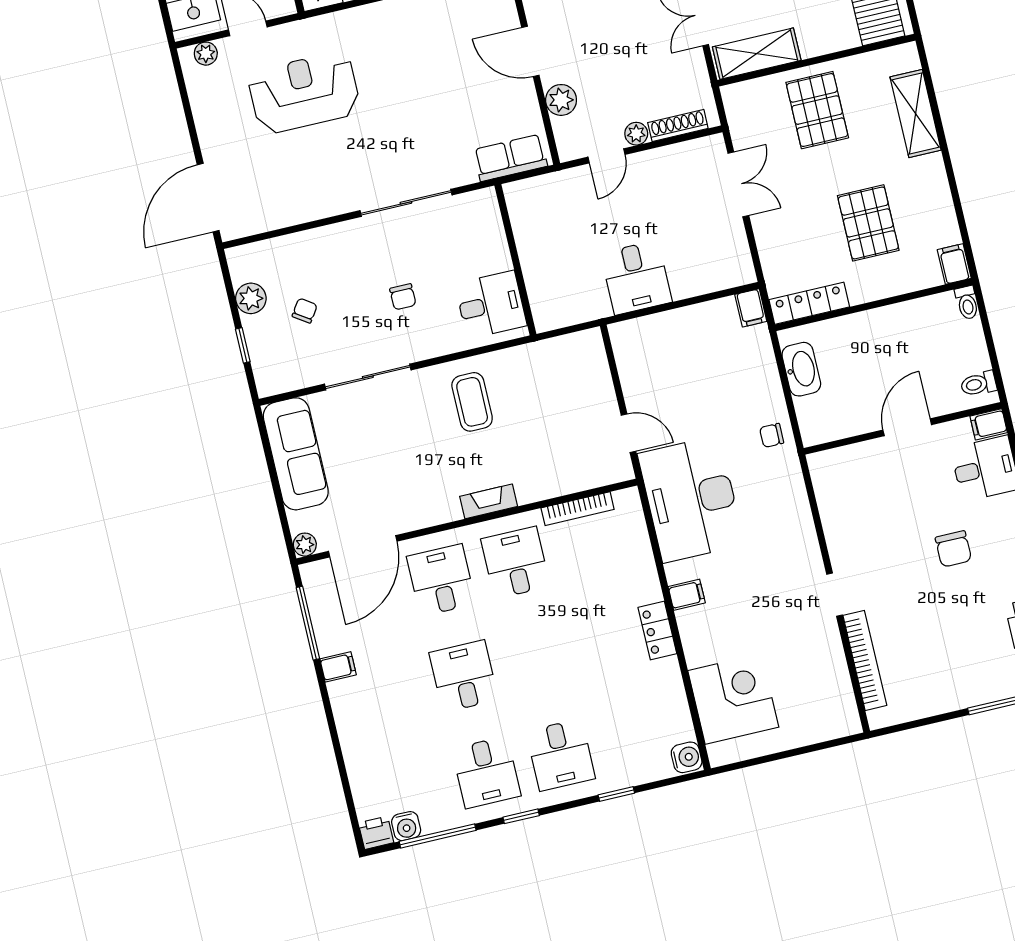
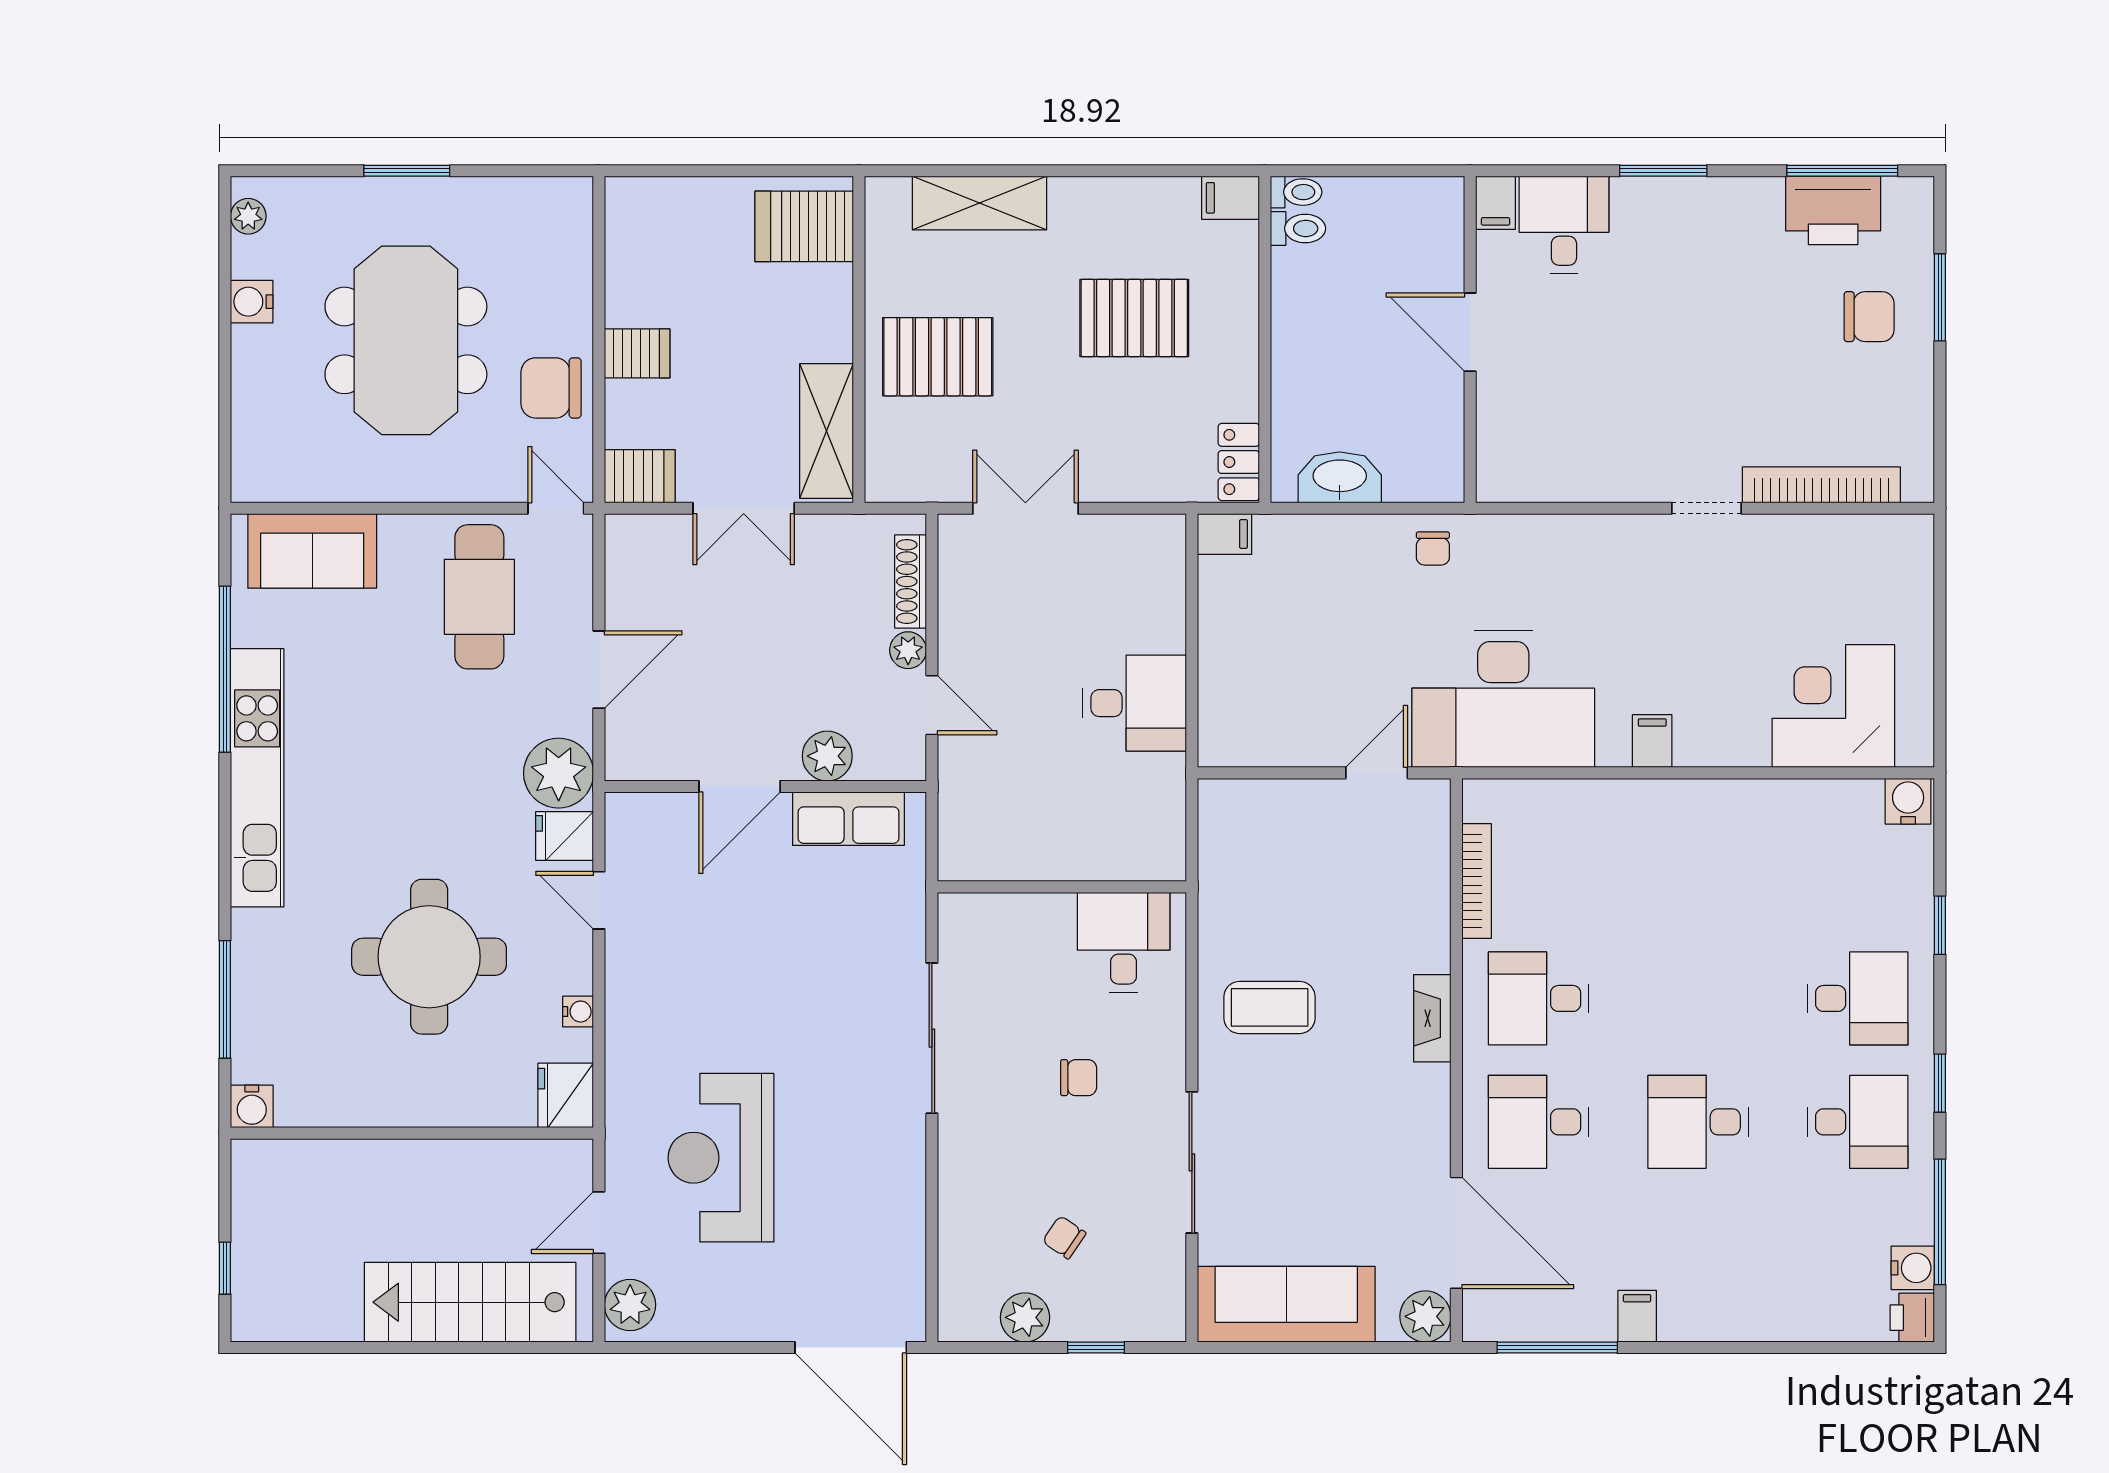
plant: (206, 54) -> (630, 1305), width x1.38, depth x1.38
row of seats: (510, 158) -> (848, 819), moved, turned -90
locker: (809, 303) -> (1239, 462), width x0.66
toilet: (979, 384) -> (1298, 228), moved, turned -90
plant: (305, 545) -> (1425, 1316), width x1.38, depth x1.38
chair: (953, 549) -> (1869, 317), moved
locker: (657, 631) -> (1698, 800), removed

